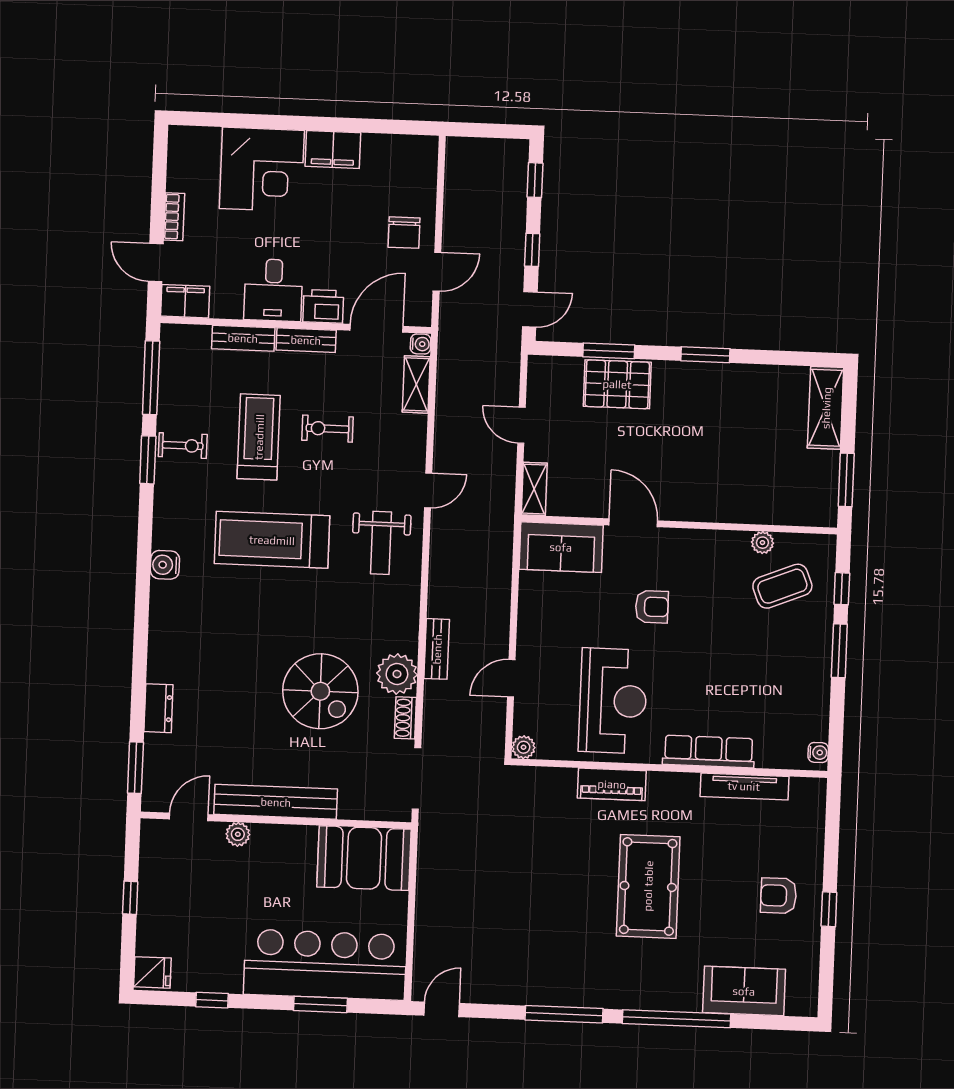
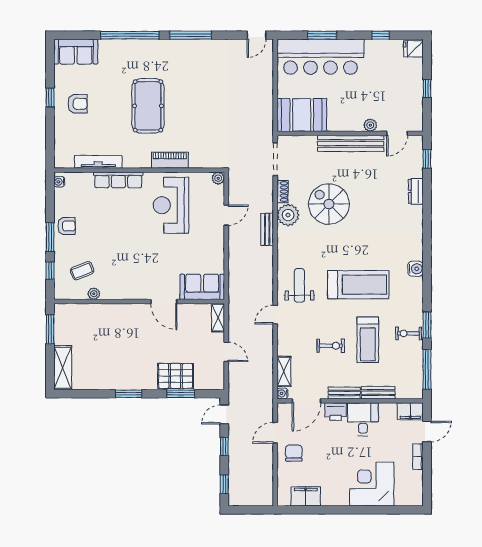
filing cabinet: (333, 149) -> (306, 496), moved
door: (156, 263) -> (427, 431), hinge flipped
coffee table: (782, 586) -> (82, 271), width x0.73, depth x0.77
armchair: (652, 607) -> (66, 226), moved, turned 180
window: (135, 768) -> (427, 159), width x0.67
sofa: (744, 991) -> (76, 52), moved

